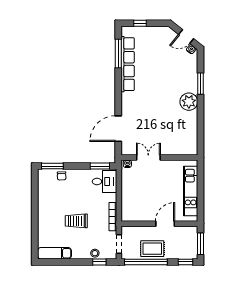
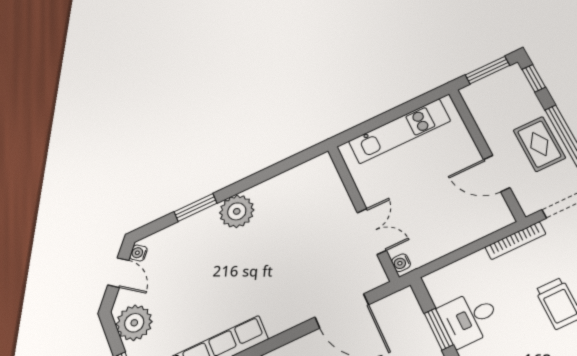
plant: (158, 35) -> (134, 323), added
double door: (148, 157) -> (372, 231), swing flipped
window: (100, 166) -> (439, 329), moved
desk: (104, 182) -> (469, 318), moved, turned -90
door: (165, 224) -> (497, 174), moved

